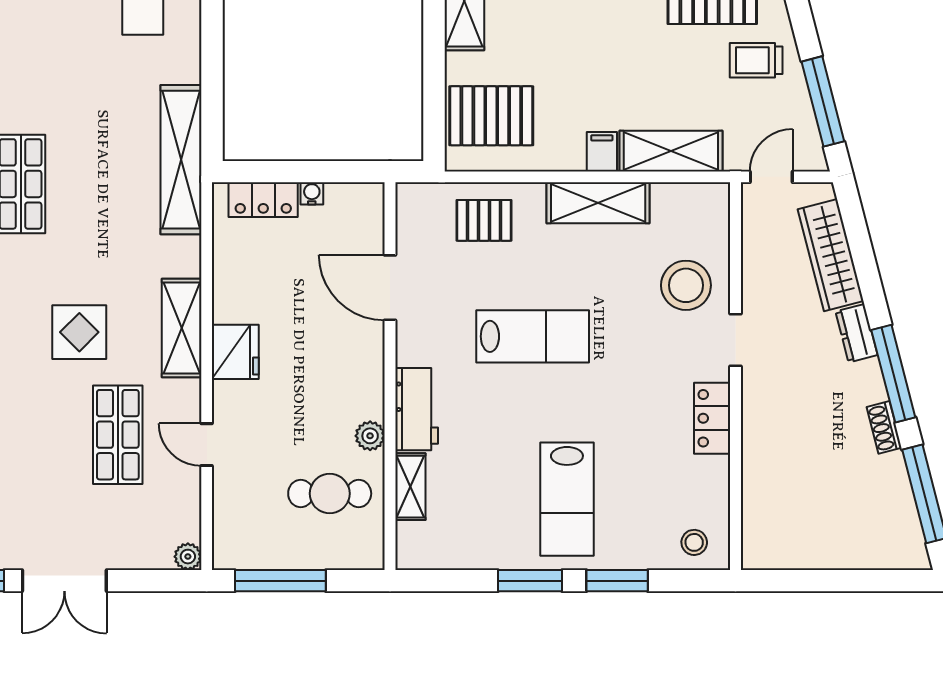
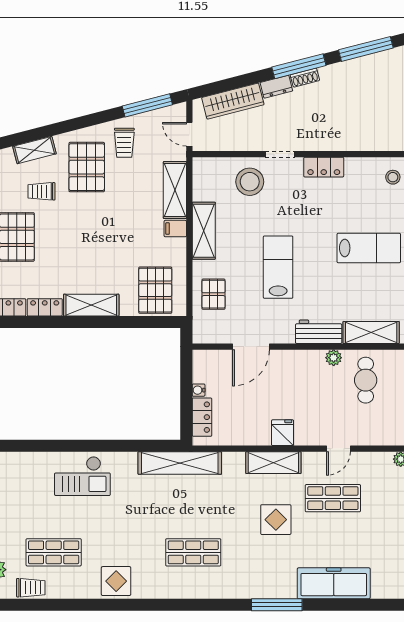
fridge: (235, 352) -> (283, 433), width x0.72
shoe rack: (884, 427) -> (305, 78), moved
shelving: (410, 487) -> (371, 332), width x1.50, depth x1.33

